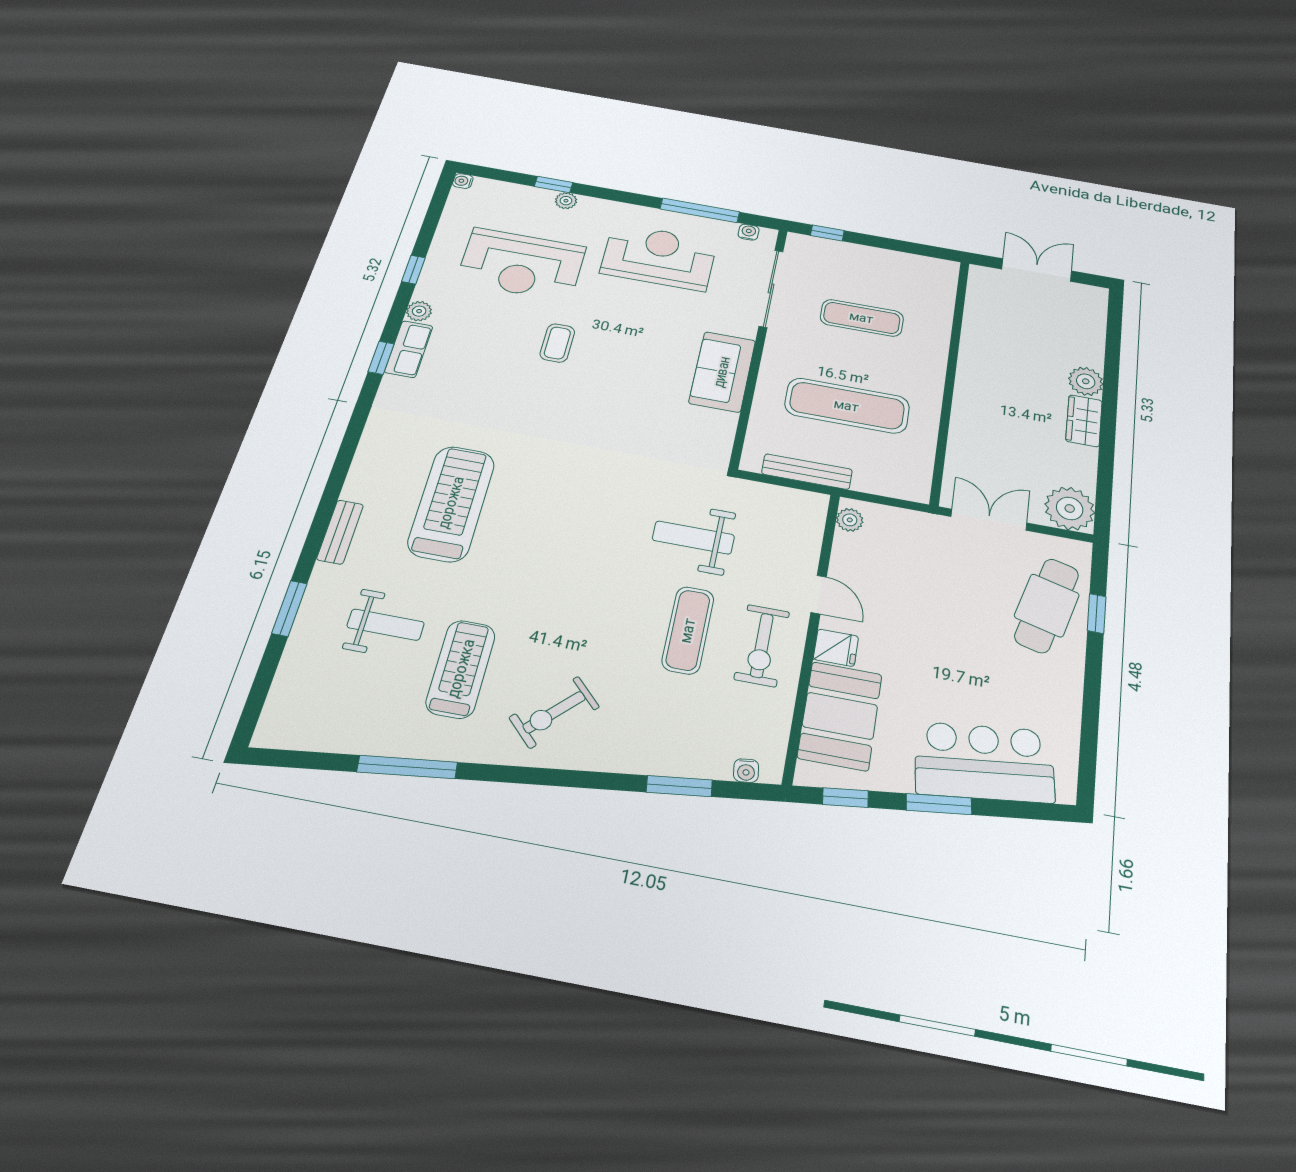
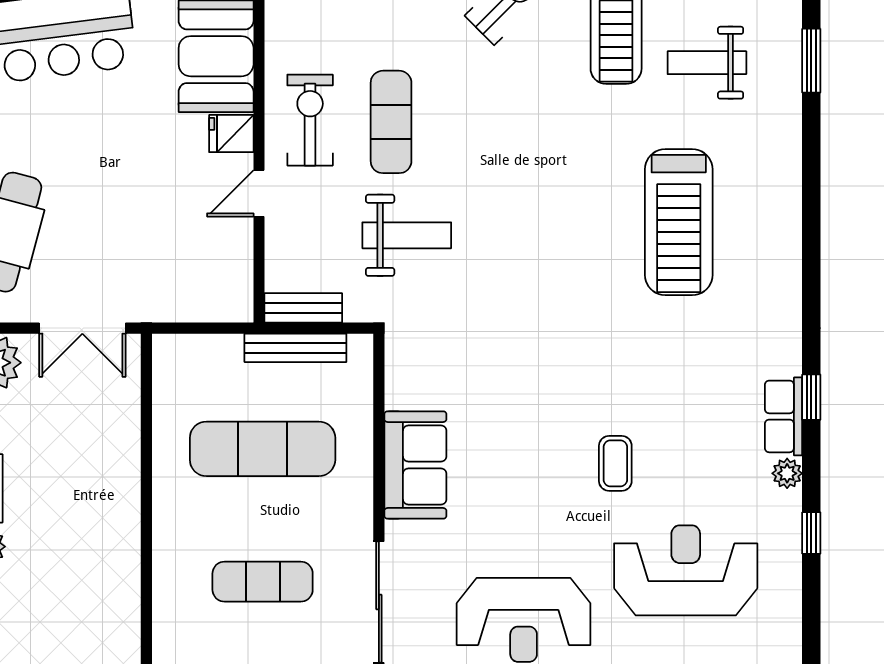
plant: (850, 520) -> (238, 295), removed
bench: (340, 532) -> (303, 308), moved, turned 90
door: (819, 595) -> (259, 193), hinge flipped

